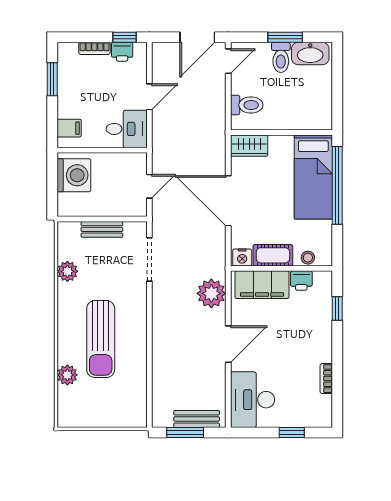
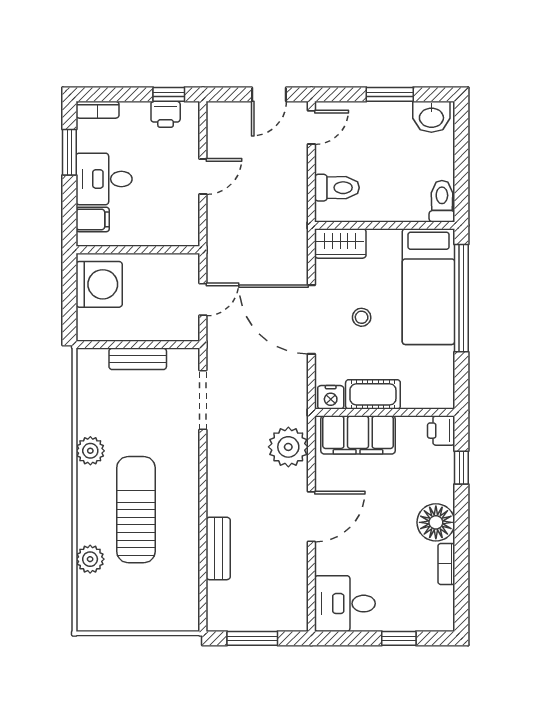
door: (197, 37) -> (269, 94), width x0.73
bookcase: (94, 48) -> (97, 110), moved
washbasin: (310, 53) -> (431, 117), width x0.72
toilet: (281, 57) -> (442, 201), moved, turned 180
desk: (127, 129) -> (104, 179), moved, turned 180
stool: (308, 258) -> (362, 317), moved
plant: (67, 271) -> (90, 451), moved
printer: (301, 281) -> (441, 431), moved, turned 90
sun lounger: (101, 339) -> (136, 510), turned 180
floor lamp: (319, 348) -> (436, 522), added
desk: (253, 400) -> (345, 604), width x0.73
bench: (197, 419) -> (218, 548), moved, turned 90

